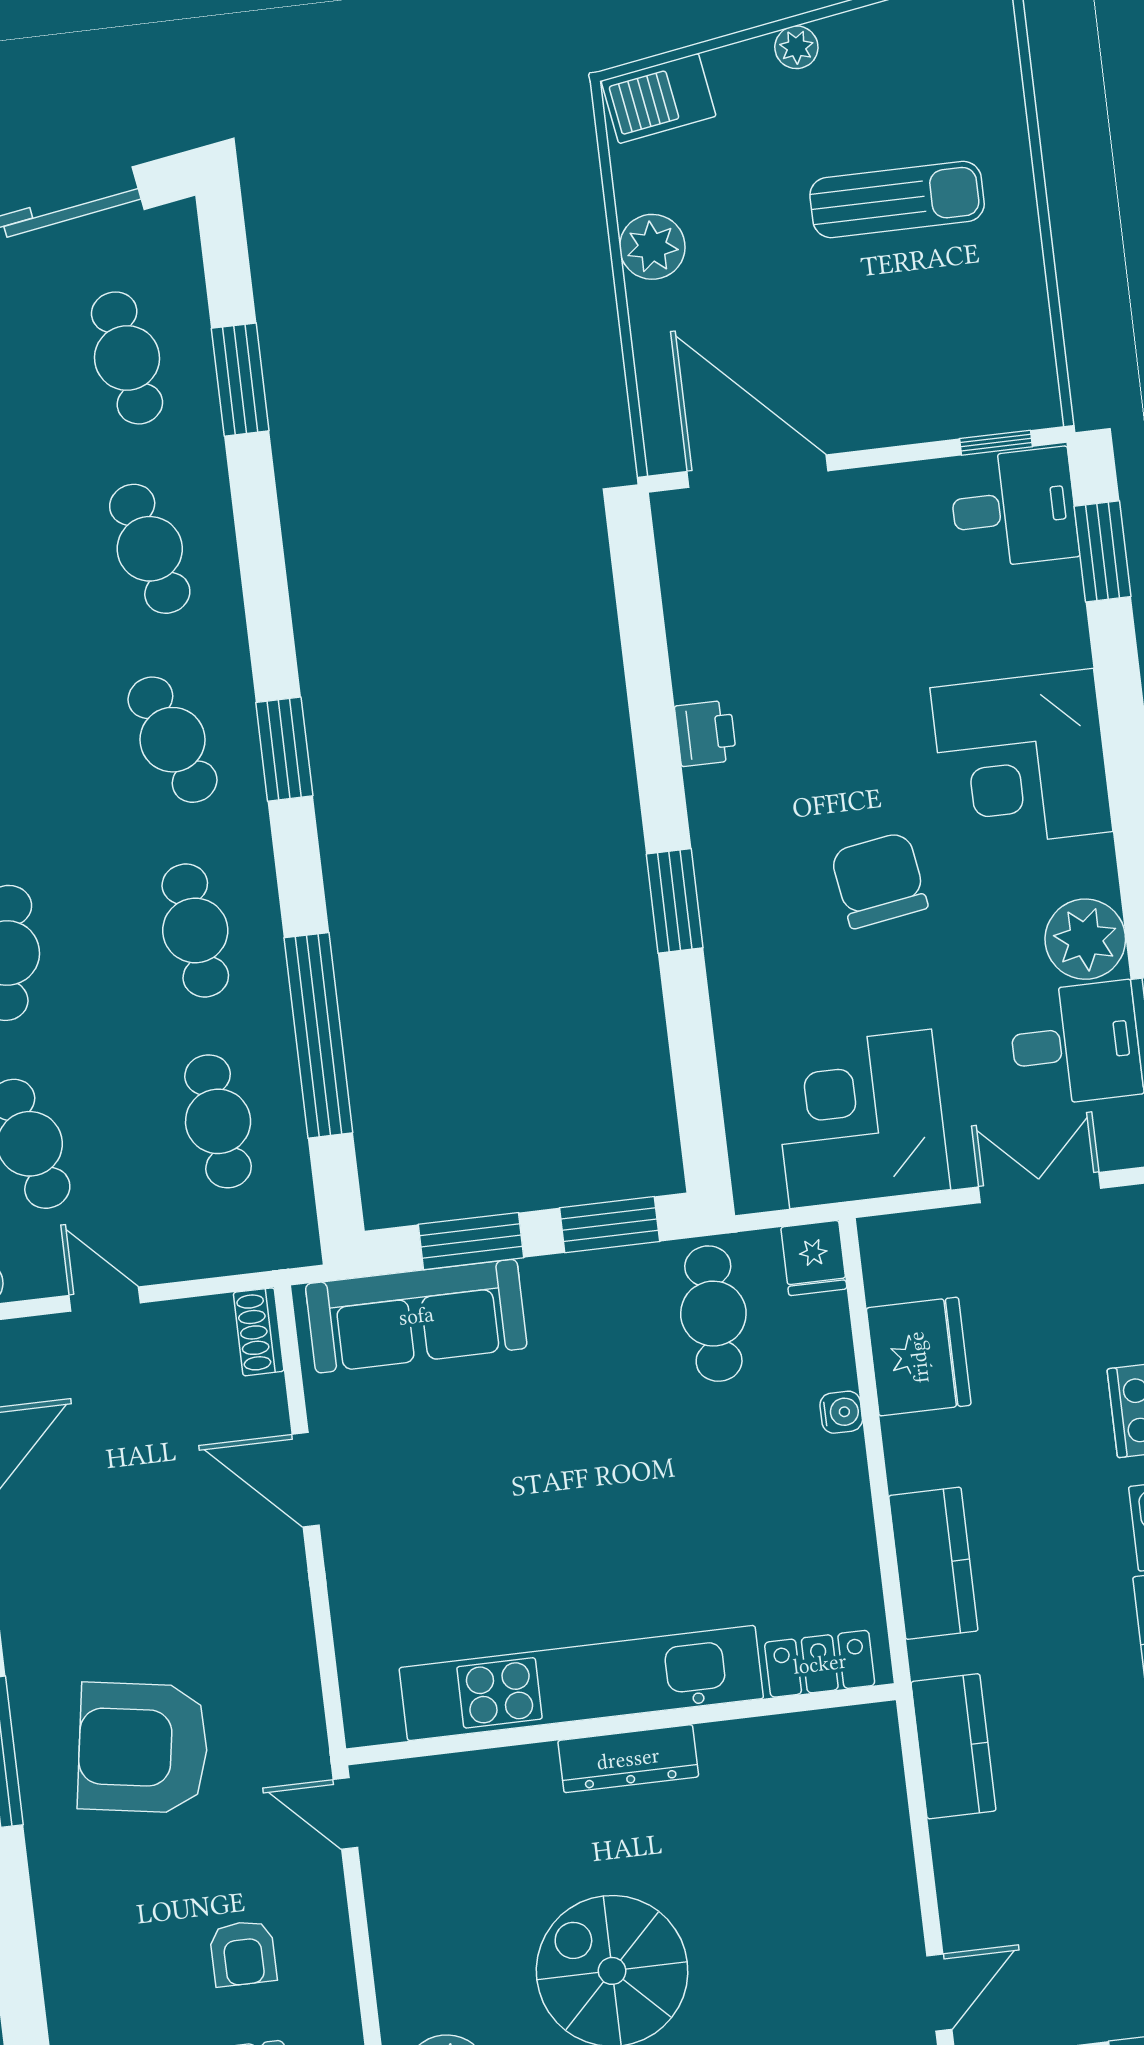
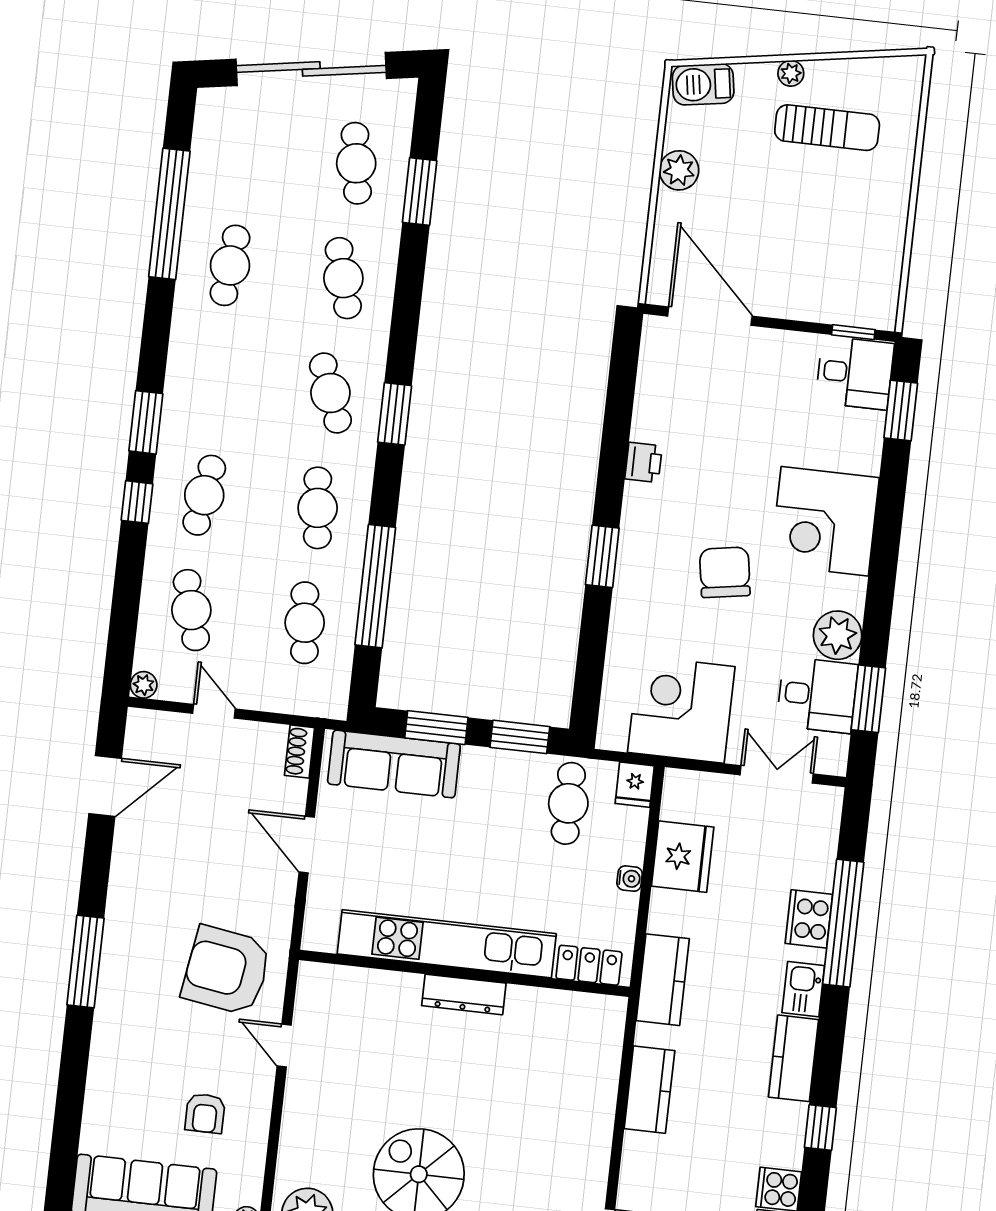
sun lounger: (897, 200) -> (827, 128), moved
locker: (820, 1664) -> (589, 965), moved
kitchen unit: (581, 1683) -> (447, 944), moved
wall: (621, 1724) -> (464, 973), moved
armchair: (143, 1748) -> (227, 970), moved
dresser: (628, 1759) -> (464, 994), moved

